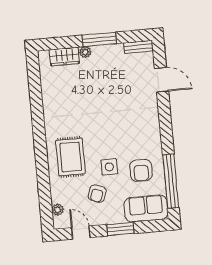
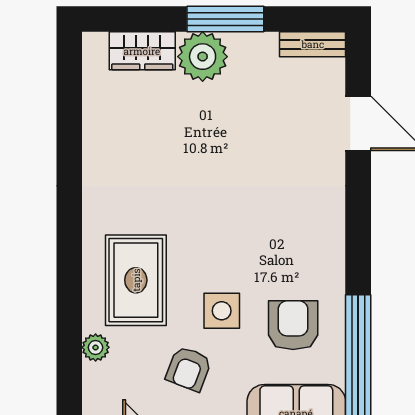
plant: (85, 52) -> (203, 57), width x1.87, depth x1.87
armchair: (141, 170) -> (293, 325), turned 180
plant: (58, 210) -> (96, 347), moved

